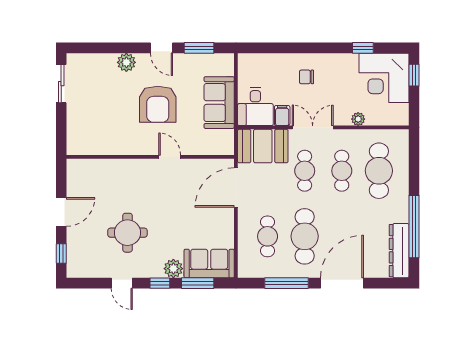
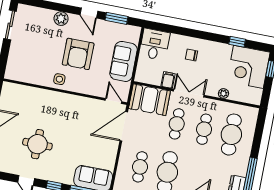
desk: (255, 107) -> (155, 44), moved, turned 180
side table: (140, 142) -> (59, 79), added
door: (170, 157) -> (113, 101), moved
plant: (173, 269) -> (66, 177), removed

